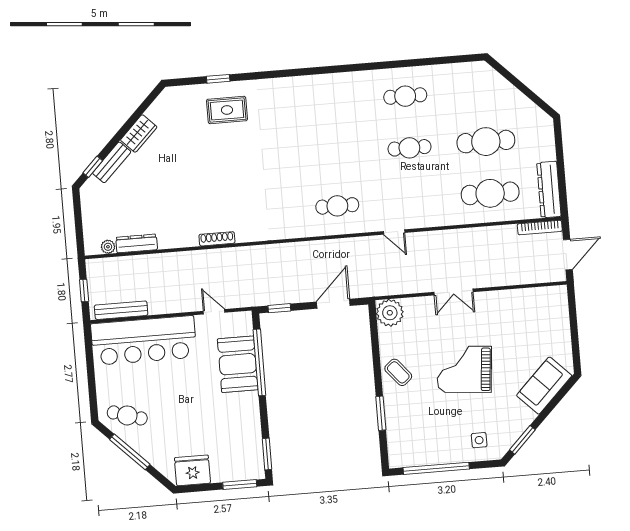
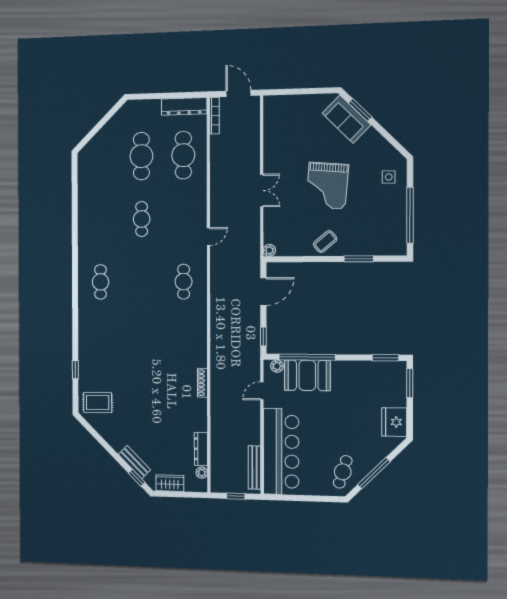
cafe table: (405, 96) -> (101, 282), moved
rug: (227, 110) -> (98, 402), moved, turned 90
wardrobe: (139, 133) -> (170, 483), moved, turned -45
door: (333, 304) -> (263, 291), swing flipped
plant: (390, 313) -> (269, 250), width x0.53, depth x0.53
plant: (245, 327) -> (277, 366), added
window: (522, 440) -> (360, 110), moved

